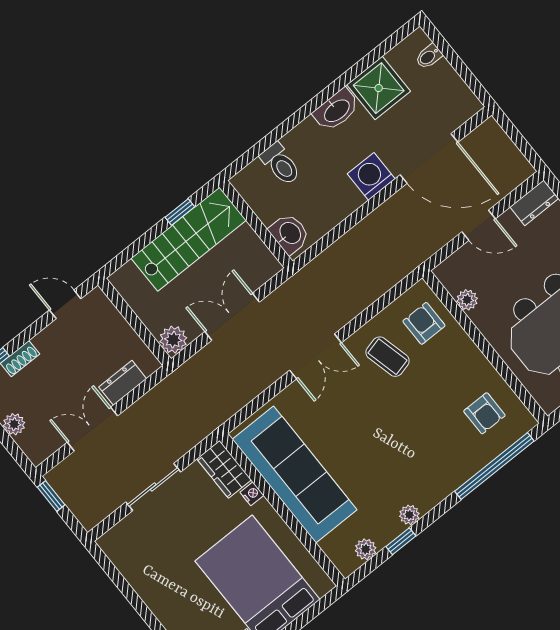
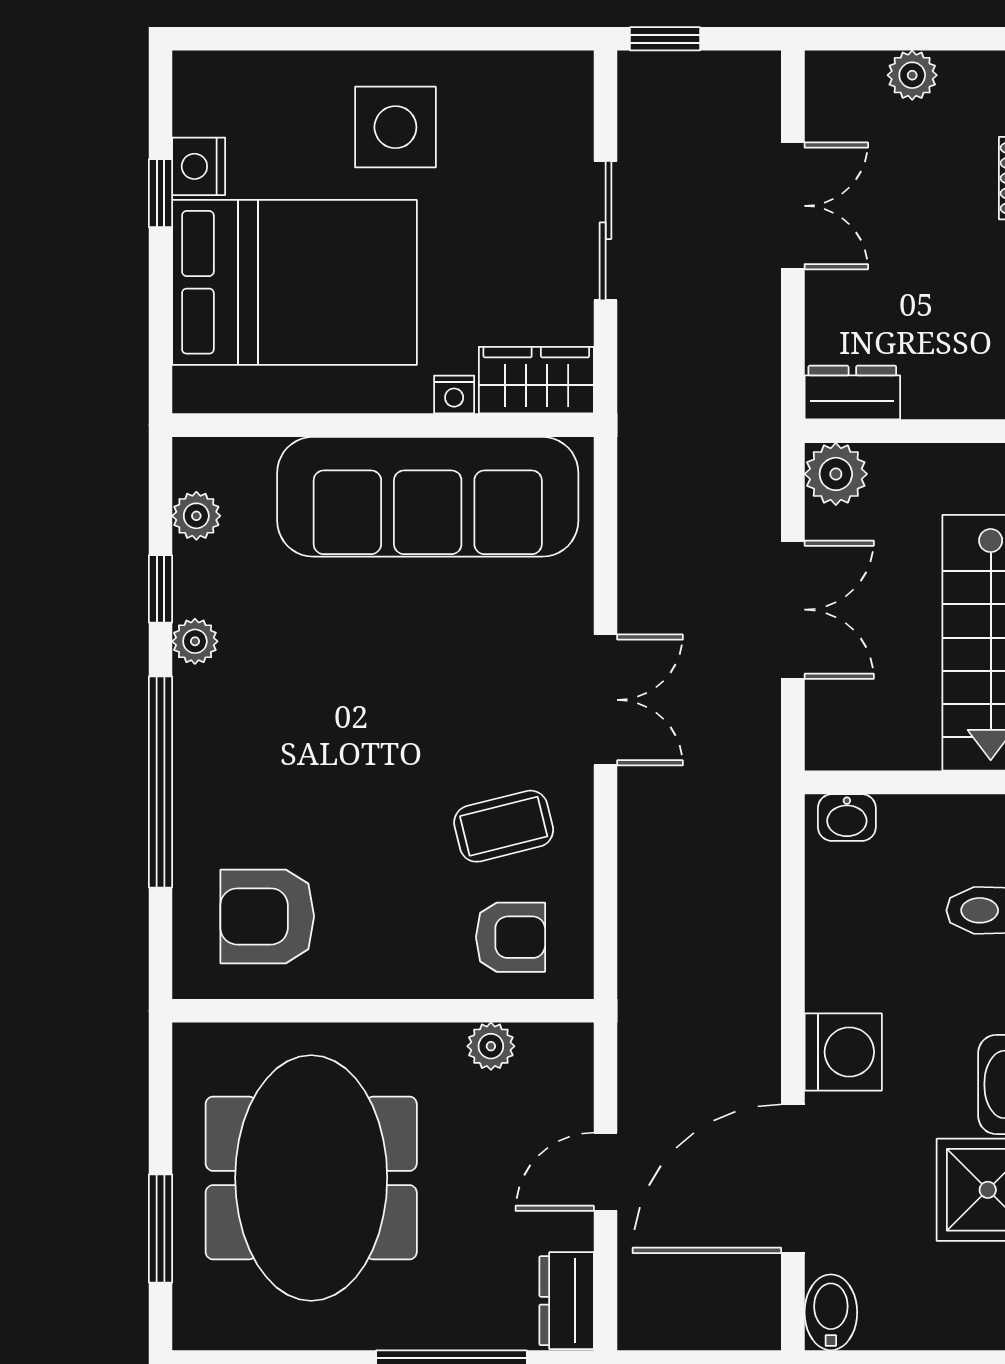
bidet: (429, 56) -> (831, 1312), moved, width x1.38, depth x1.36
washbasin: (290, 234) -> (847, 818), width x0.72, depth x0.69
double door: (315, 356) -> (606, 700), swing flipped
dresser: (123, 383) -> (852, 392), moved, turned -90
armchair: (484, 413) -> (267, 916), width x1.38, depth x1.38
window: (494, 466) -> (161, 782), moved
window: (51, 496) -> (665, 39), moved
side table: (176, 588) -> (395, 127), added

